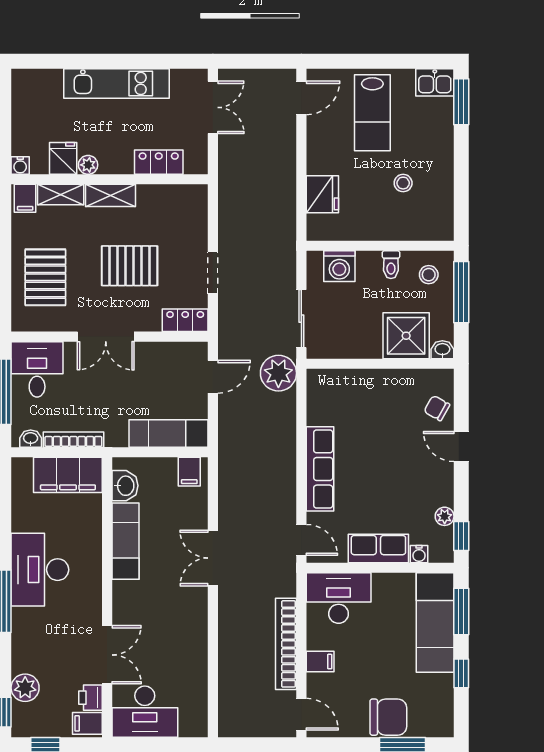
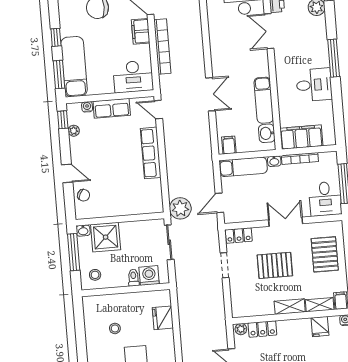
plant: (88, 165) -> (241, 329), moved
toilet: (391, 265) -> (133, 278), moved
window: (461, 292) -> (74, 252), moved
washbasin: (31, 439) -> (274, 161), moved
desk: (40, 570) -> (314, 85), width x0.73
filing cabinet: (320, 662) -> (141, 31), width x2.00

